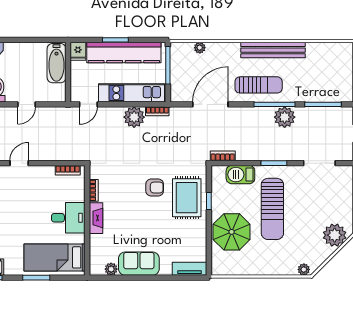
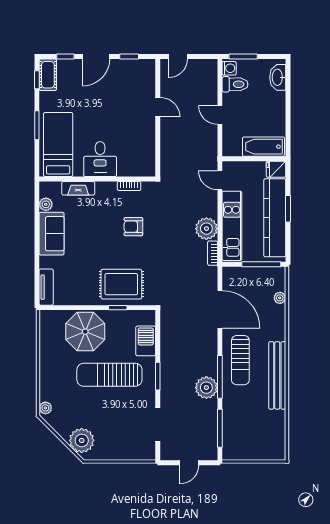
bookcase: (223, 156) -> (165, 322), removed
bookcase: (68, 170) -> (150, 158), removed
armchair: (155, 188) -> (133, 227), moved, turned 90
fireplace: (96, 218) -> (78, 188), moved

